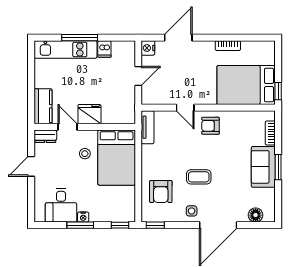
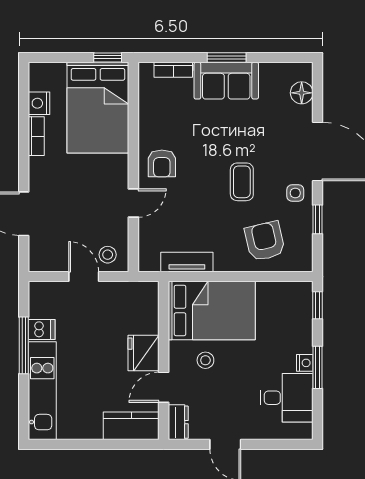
window: (80, 38) -> (24, 345), moved
nightstand: (148, 48) -> (39, 103), moved, turned 90
stool: (152, 91) -> (108, 255), added
tv unit: (148, 127) -> (187, 262), moved
armchair: (161, 192) -> (265, 241), turned -103
window: (155, 225) -> (318, 219), moved

